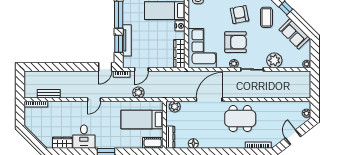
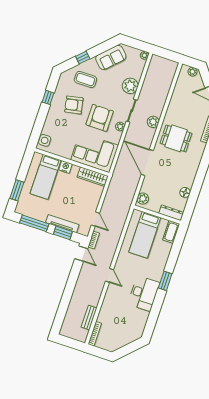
plant: (138, 93) -> (153, 122), moved
dining table: (240, 119) -> (176, 138), width x0.73
desk: (84, 137) -> (144, 293), width x1.37
wardrobe: (62, 143) -> (141, 320), removed

